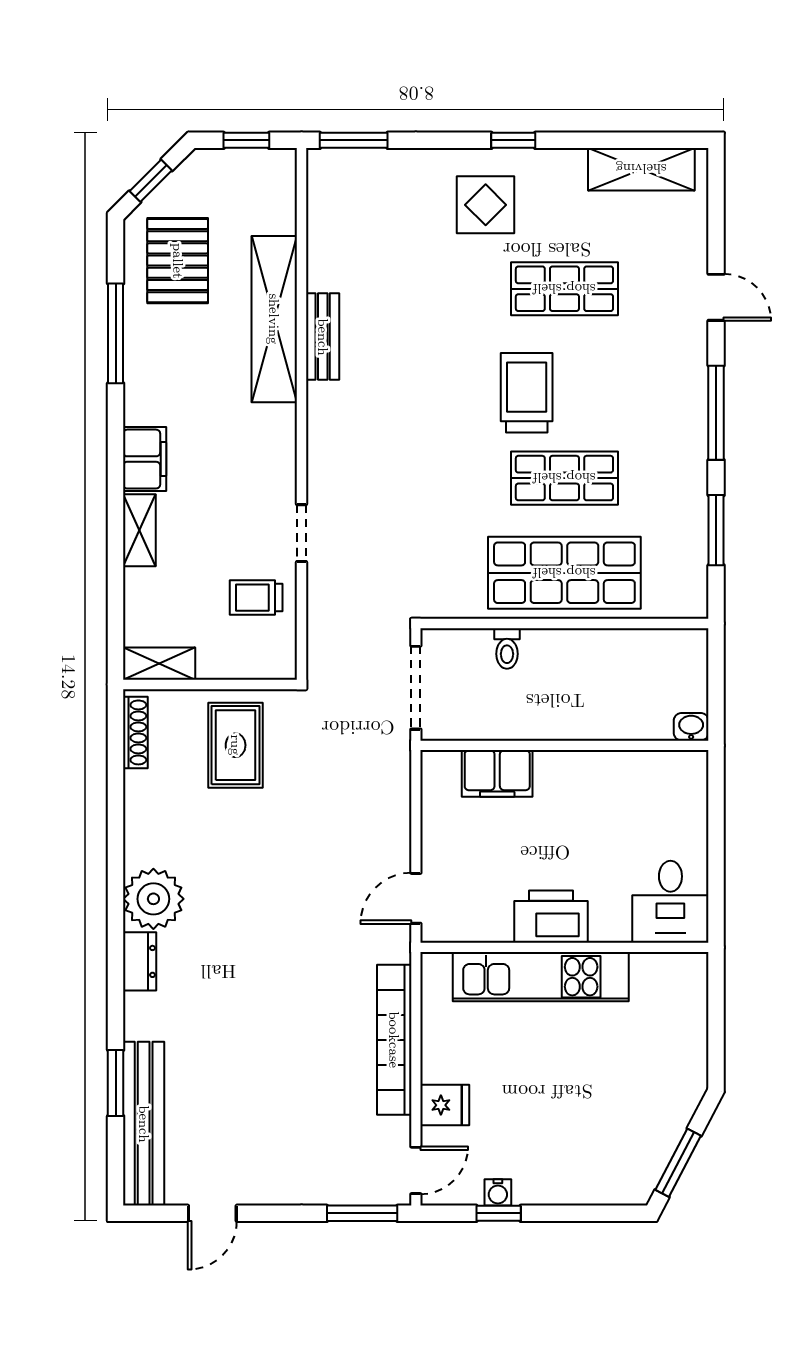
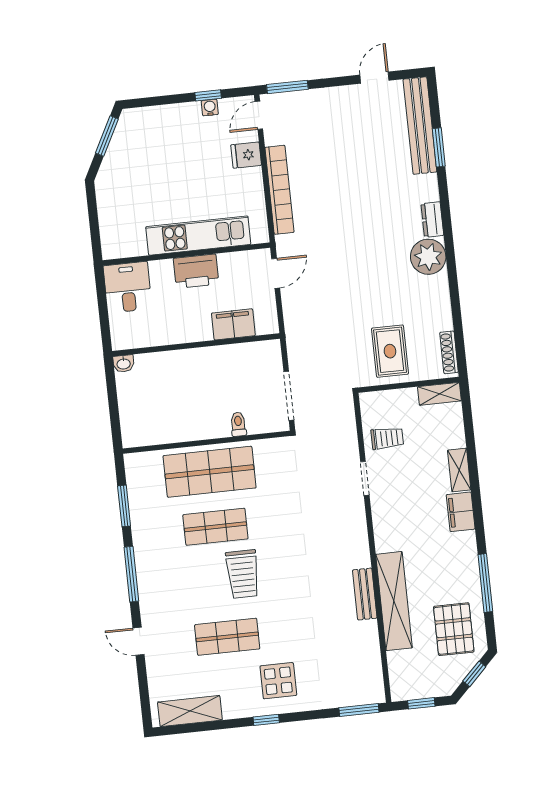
washbasin: (691, 727) -> (124, 364), moved
wall: (564, 745) -> (196, 345), moved
filing cabinet: (497, 773) -> (233, 324), moved

